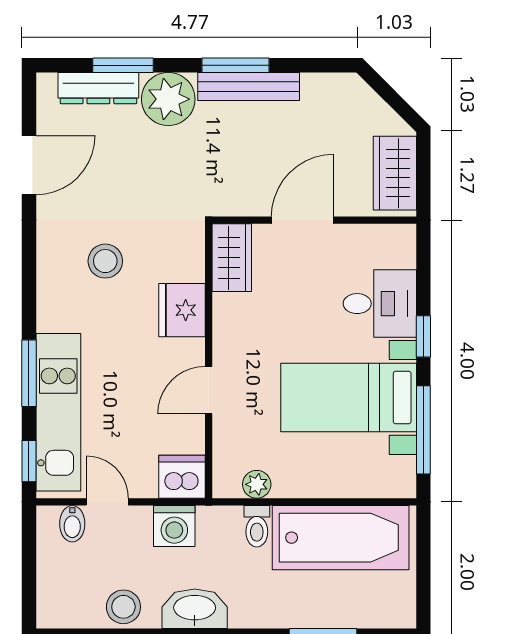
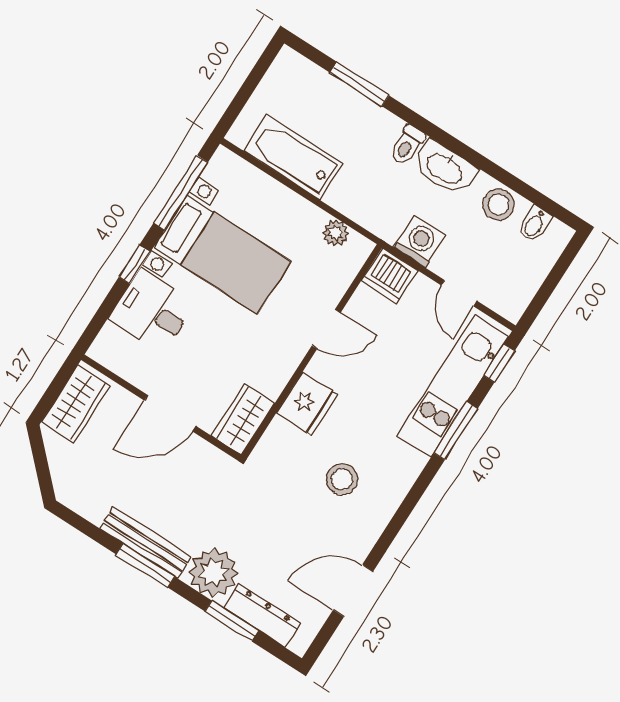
bidet: (72, 524) -> (535, 224), moved, turned 180
toilet: (257, 526) -> (407, 145), moved, turned 180
bathtub: (341, 538) -> (293, 157), width x0.73, depth x0.73

